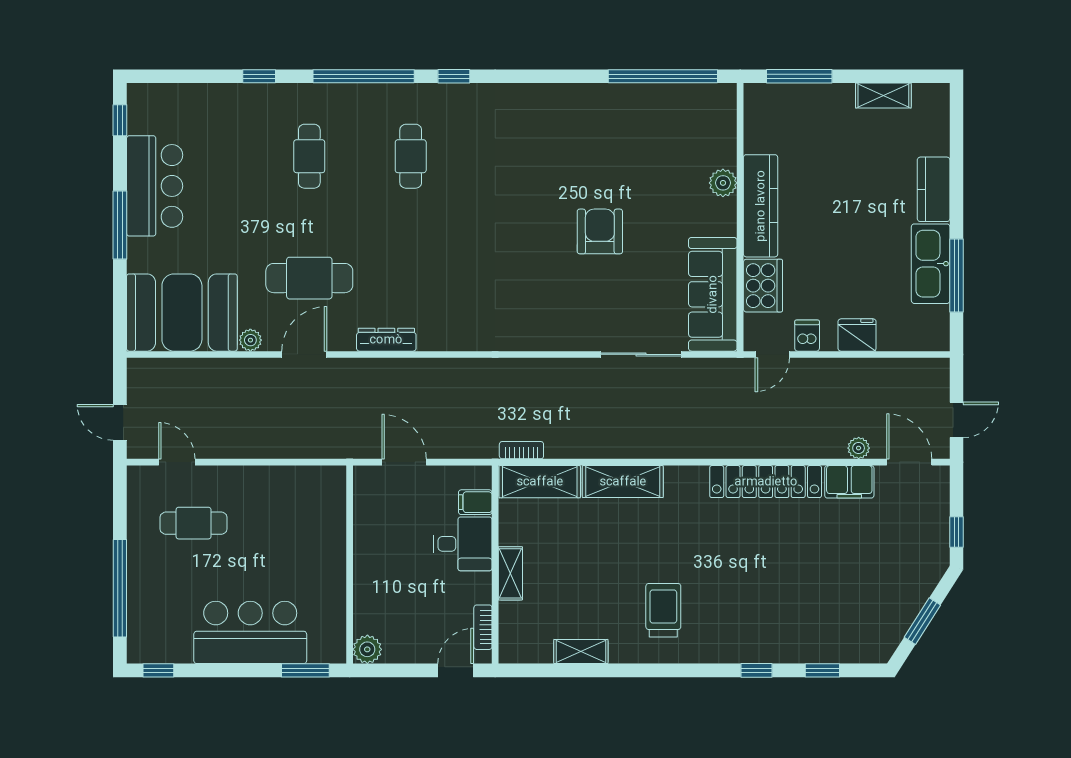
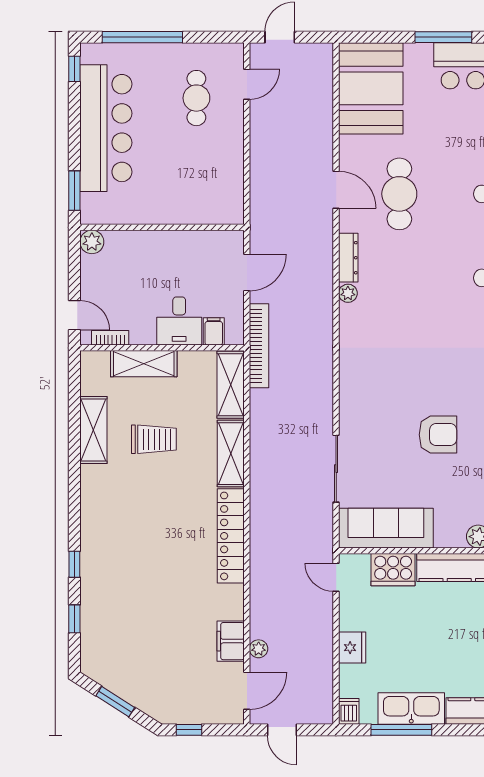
dishwasher: (807, 336) -> (349, 711), moved, turned -90
plant: (250, 340) -> (348, 293), moved
bookcase: (521, 450) -> (259, 346), width x2.31, depth x1.31
locker: (766, 482) -> (231, 536), moved
shelving: (510, 573) -> (144, 364), width x1.50, depth x1.33
trolley: (663, 610) -> (154, 439), moved
bar counter: (250, 632) -> (106, 128), width x1.36
shelving: (581, 652) -> (93, 430), width x1.50, depth x1.33

